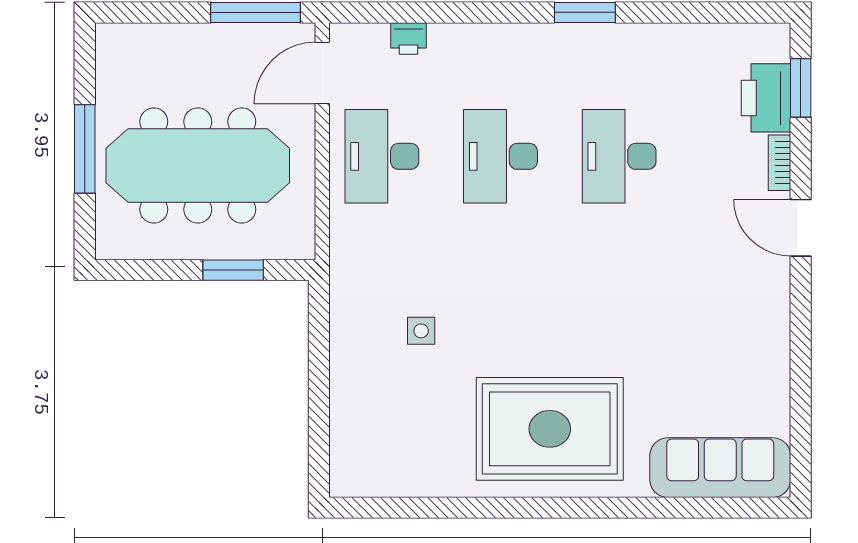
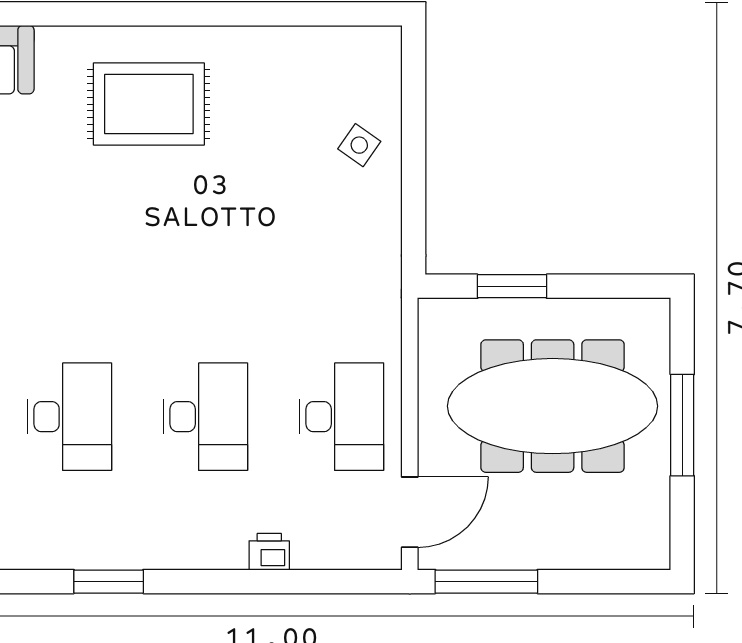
printer: (409, 38) -> (269, 552), moved
side table: (421, 331) -> (359, 145), moved, turned 35
rug: (550, 429) -> (149, 104), width x0.73, depth x0.69

